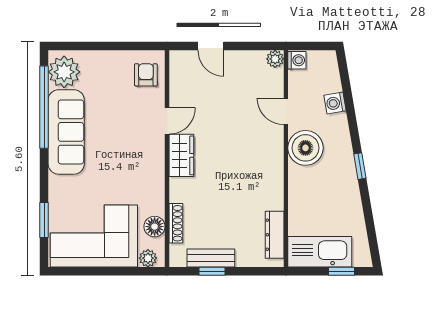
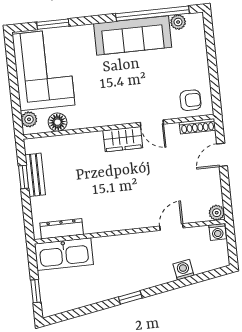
plant: (64, 72) -> (178, 22), width x0.53, depth x0.53
boiler: (305, 148) -> (141, 248), removed
shoe rack: (176, 223) -> (197, 126), moved
kitchen sink: (320, 252) -> (64, 254), moved, turned 90

